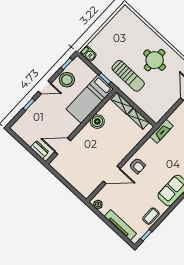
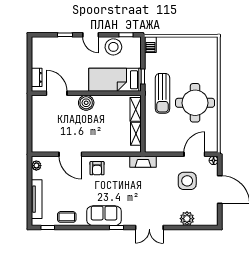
round table: (155, 60) -> (195, 103), width x1.36, depth x1.36
boiler: (97, 121) -> (86, 103), moved

